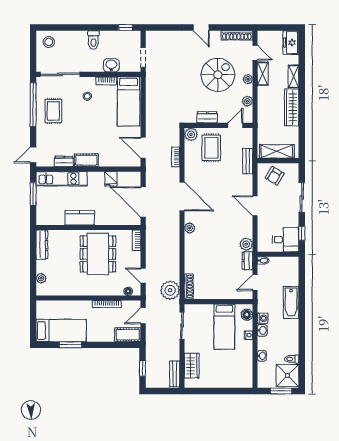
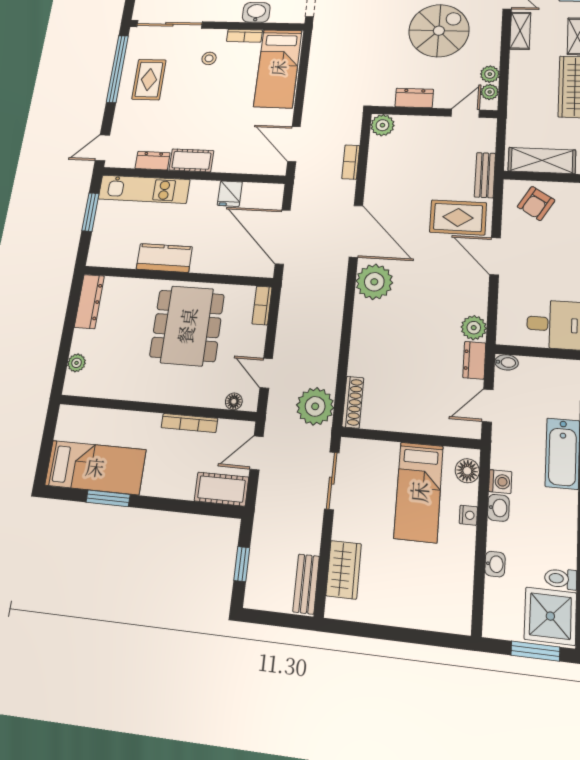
plant: (248, 79) -> (490, 92), moved
rug: (211, 148) -> (458, 217), moved, turned 90
plant: (190, 228) -> (374, 282), width x1.87, depth x1.87

